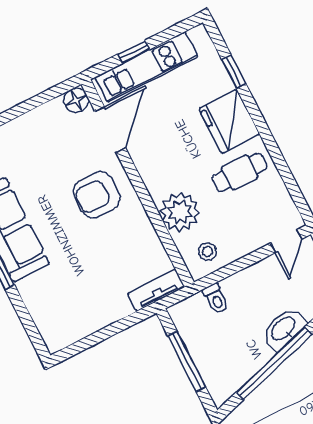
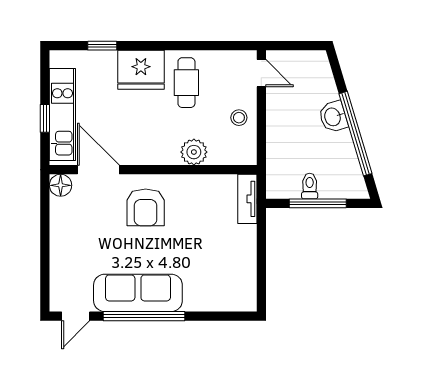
plant: (180, 212) -> (194, 152), width x0.73, depth x0.73
stool: (207, 252) -> (239, 118), moved
toilet: (216, 299) -> (310, 186), moved, turned -90
washbasin: (284, 329) -> (333, 117), width x0.72

